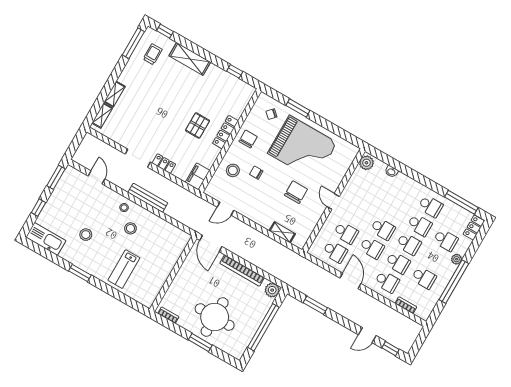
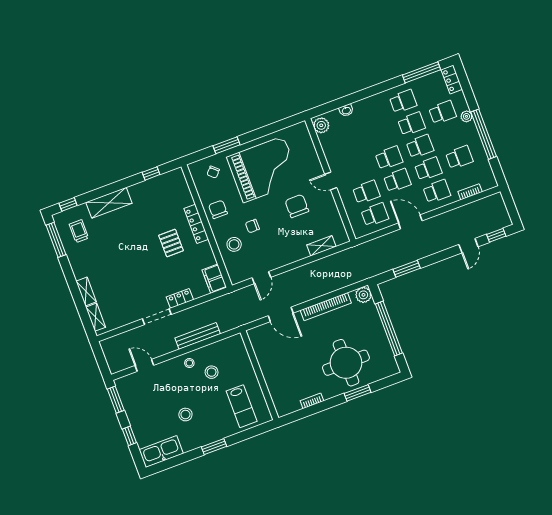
wall: (173, 274) -> (259, 375), moved

